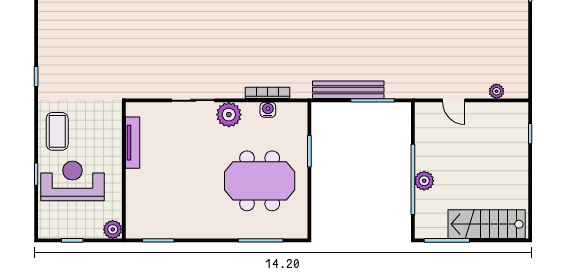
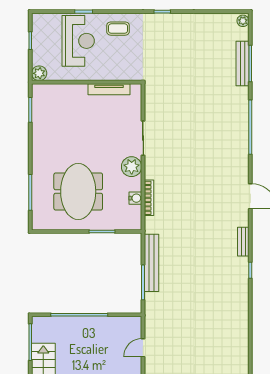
coffee table: (57, 131) -> (118, 29), width x0.73, depth x0.77
plant: (424, 181) -> (78, 324), removed

